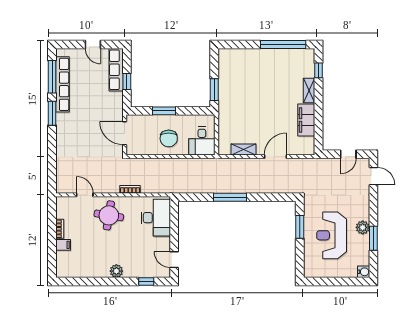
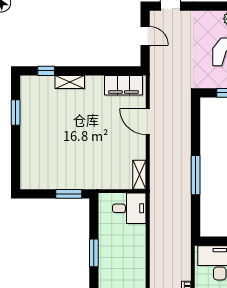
window: (283, 44) -> (16, 112), width x0.47
filing cabinet: (306, 120) -> (123, 85), moved
chair: (169, 138) -> (126, 247), removed
shelving: (244, 149) -> (139, 175), moved

